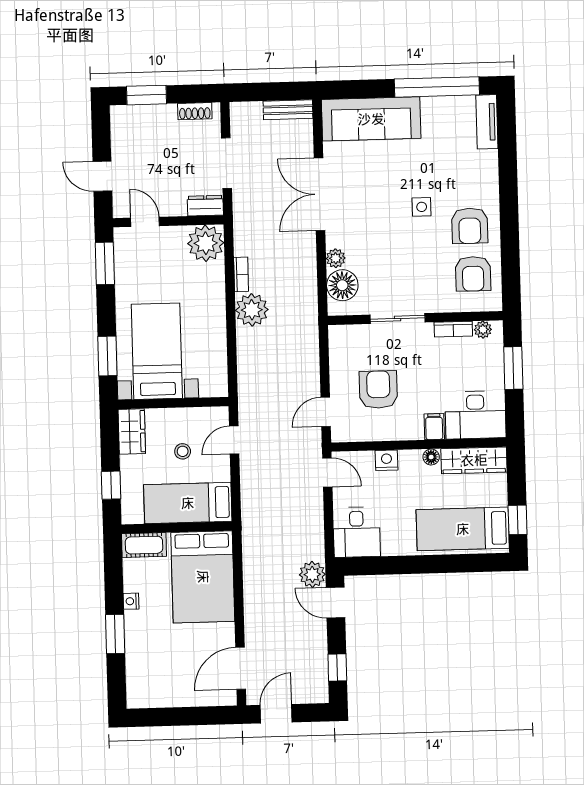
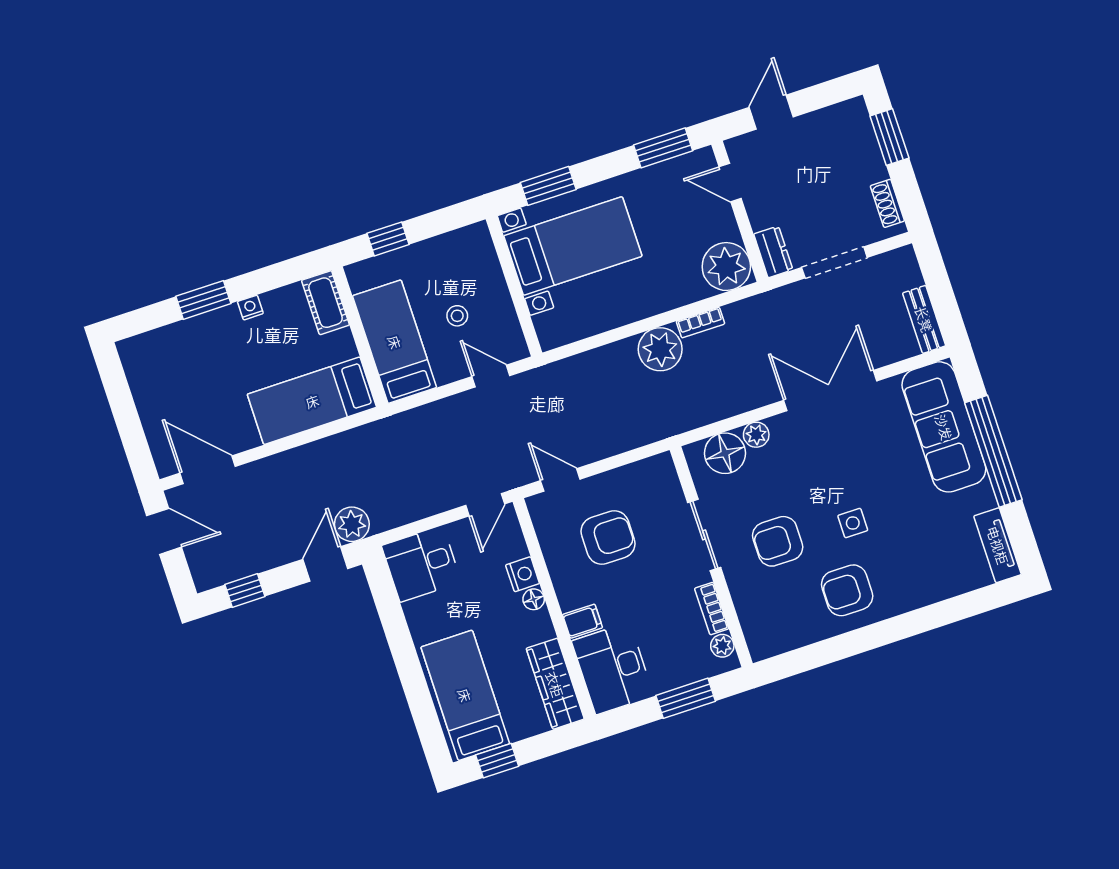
window: (437, 87) -> (993, 451), moved
tv unit: (487, 122) -> (998, 545), moved, turned -90
door: (145, 222) -> (730, 183), swing flipped
armchair: (473, 274) -> (778, 541), moved
wardrobe: (132, 431) -> (463, 245), removed
floor lamp: (431, 457) -> (534, 599), moved
bed: (203, 577) -> (312, 401), width x0.67

